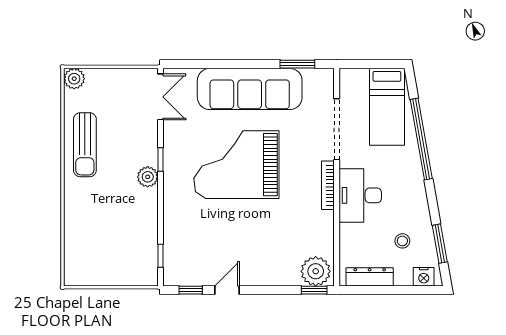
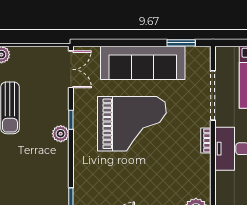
grand piano: (236, 165) -> (132, 124), turned 180
bookcase: (328, 185) -> (206, 140), width x0.64

